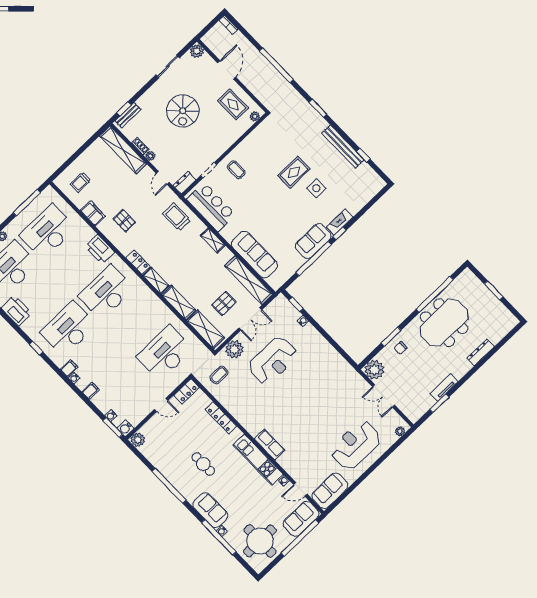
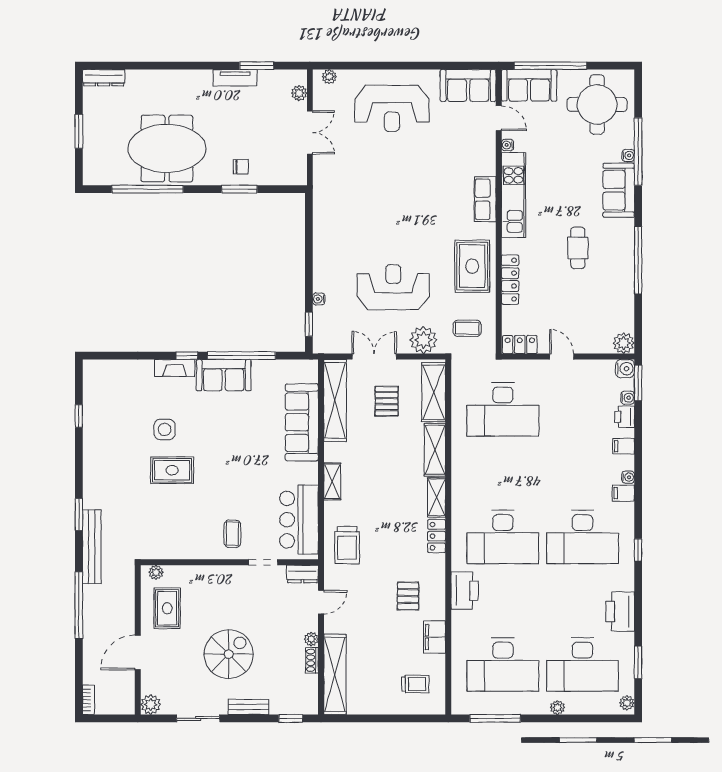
bench: (128, 115) -> (248, 707), moved
bench: (343, 147) -> (92, 547), moved
pallet: (224, 303) -> (387, 401), turned 90
dresser: (481, 352) -> (104, 78), moved
plant: (374, 370) -> (299, 93), moved, width x0.53, depth x0.53
printer: (104, 405) -> (624, 417), added
rug: (245, 407) -> (472, 266), added

